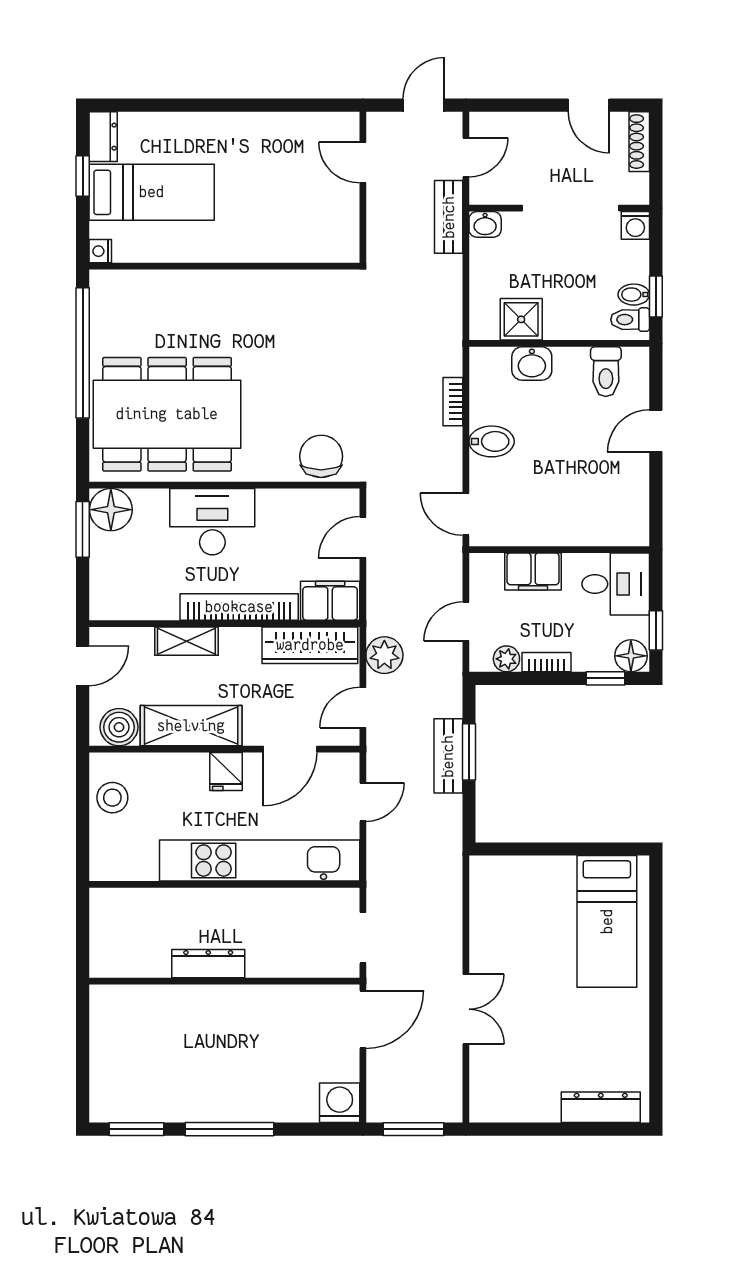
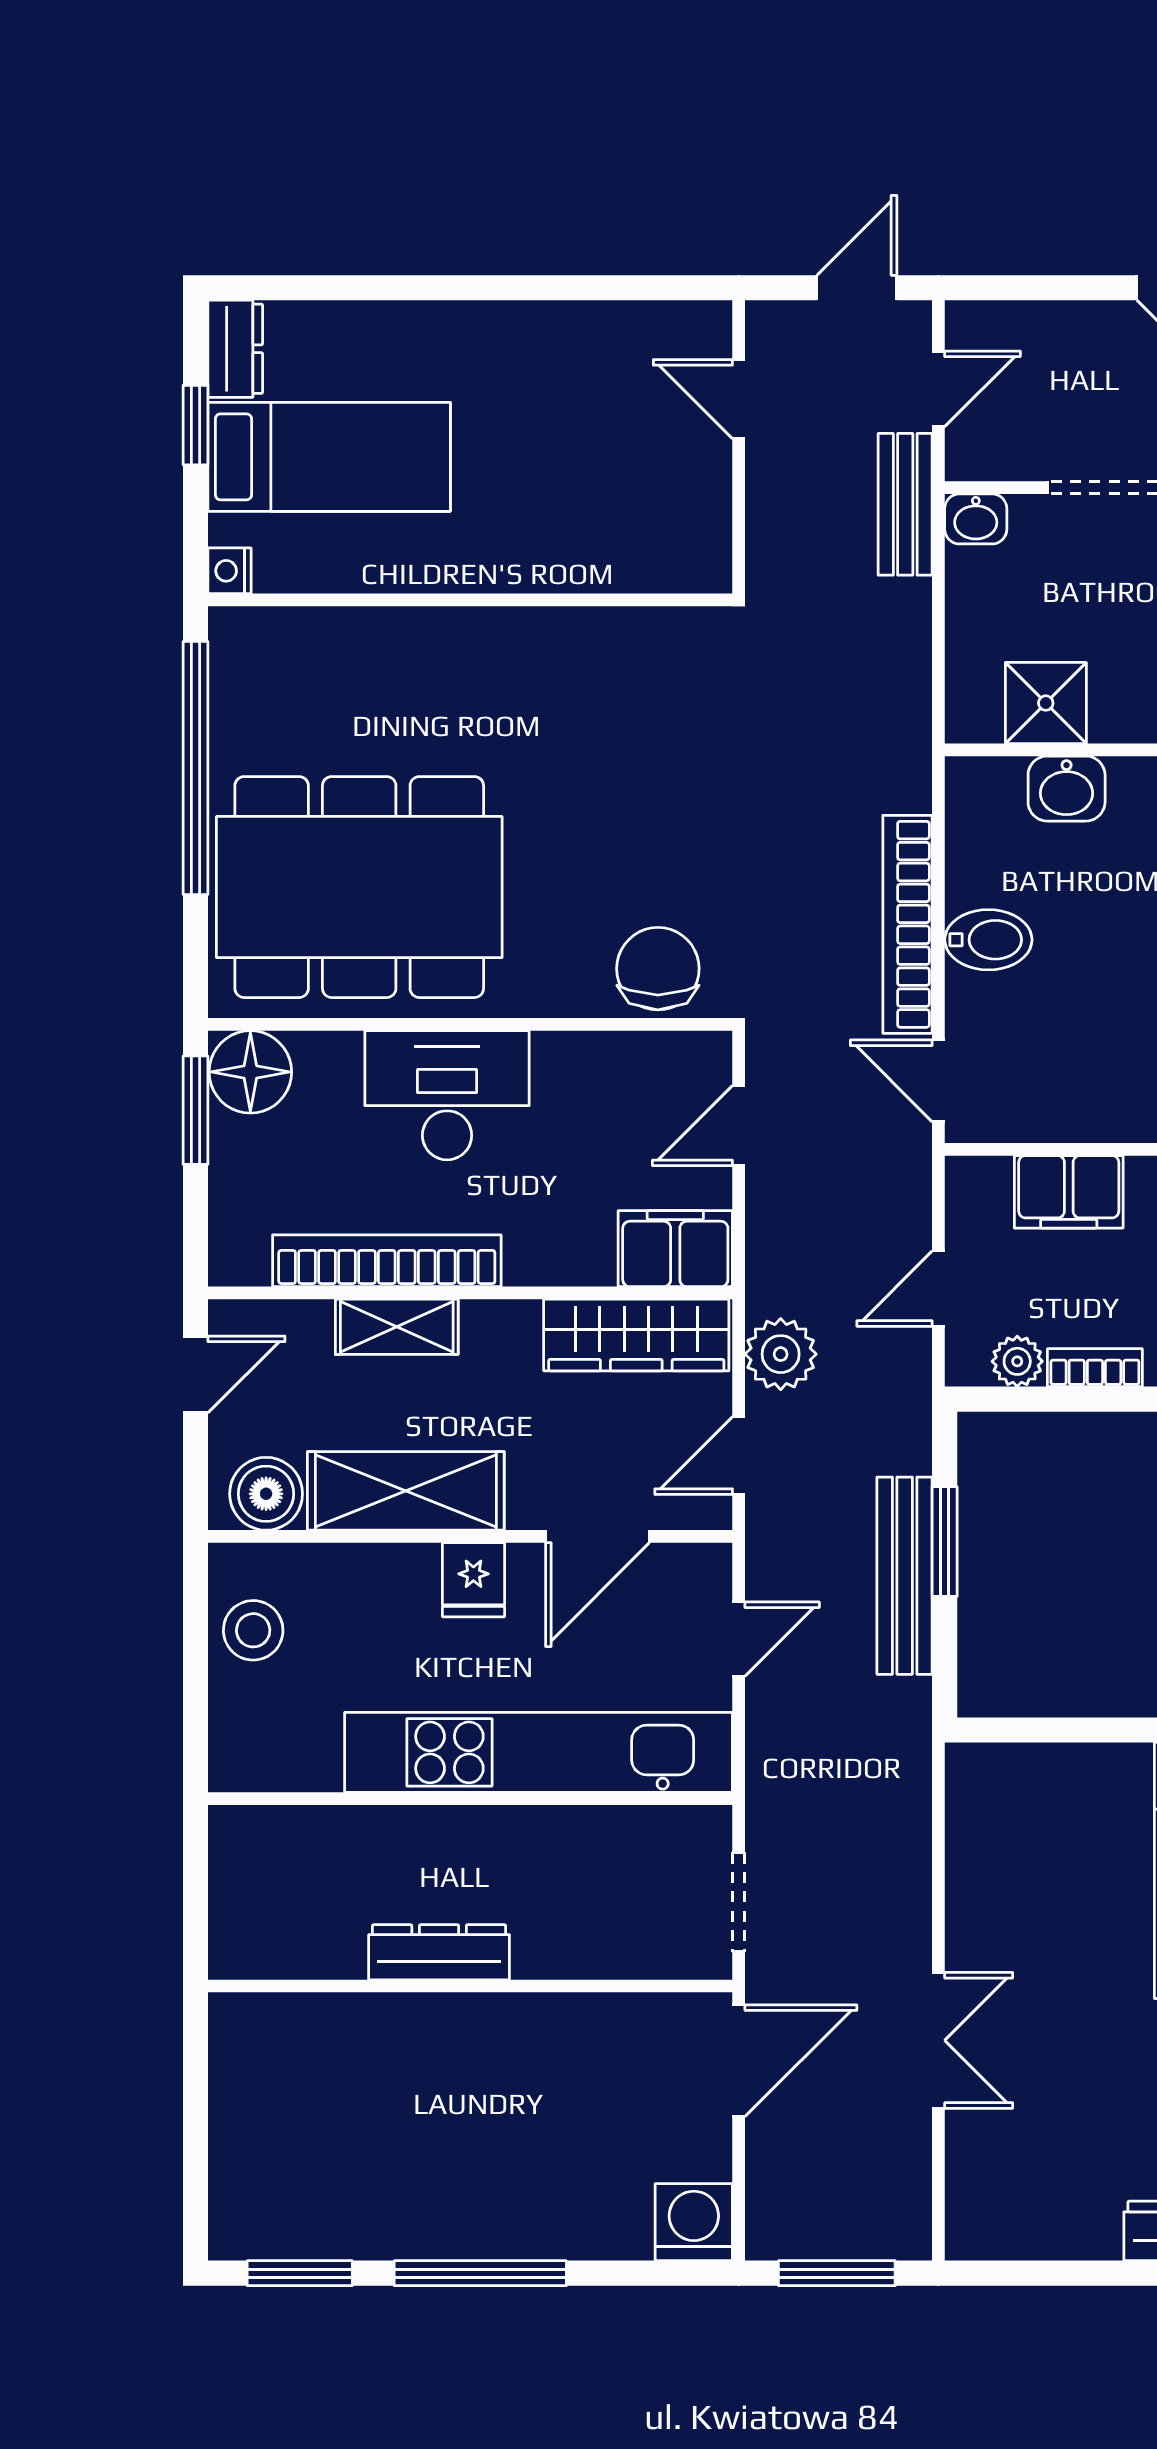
bookcase: (453, 402) -> (907, 924), width x2.31, depth x1.31
bookcase: (239, 607) -> (387, 1261), moved
bench: (448, 756) -> (905, 1576), width x1.36

